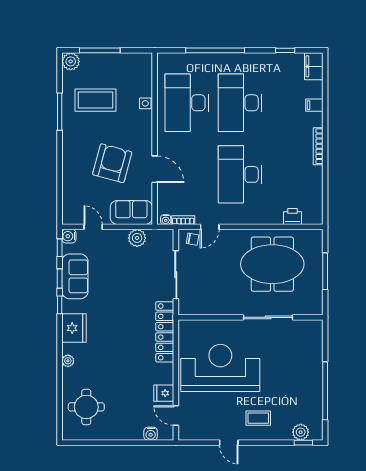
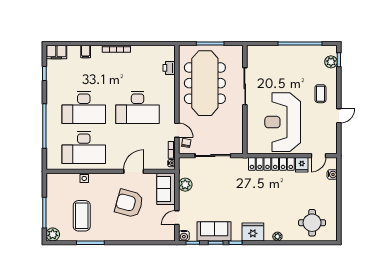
meeting table: (272, 264) -> (205, 83), width x1.36
locker: (165, 332) -> (271, 164), moved

